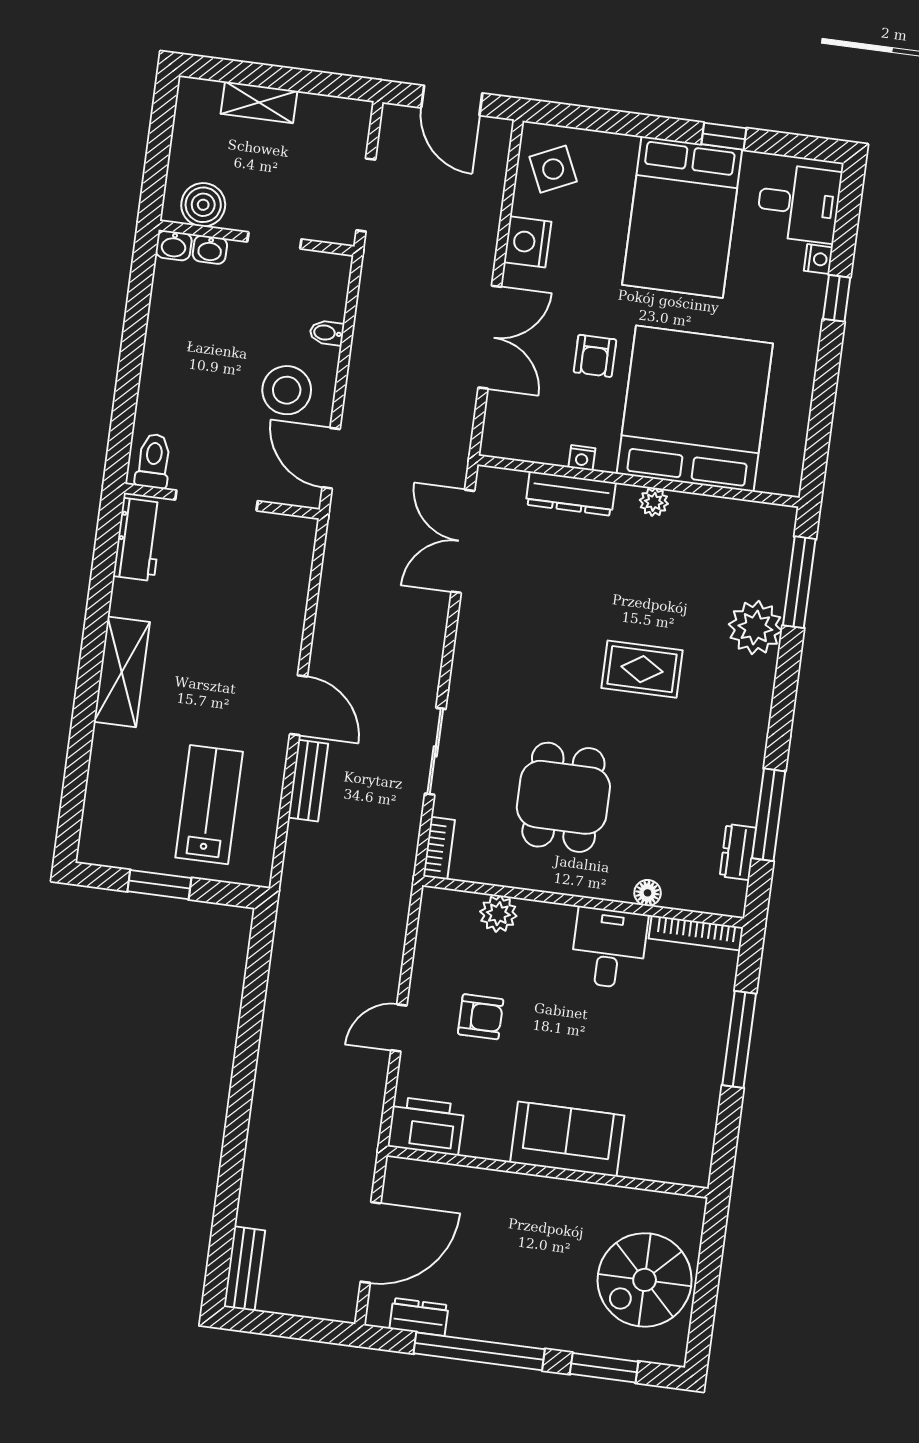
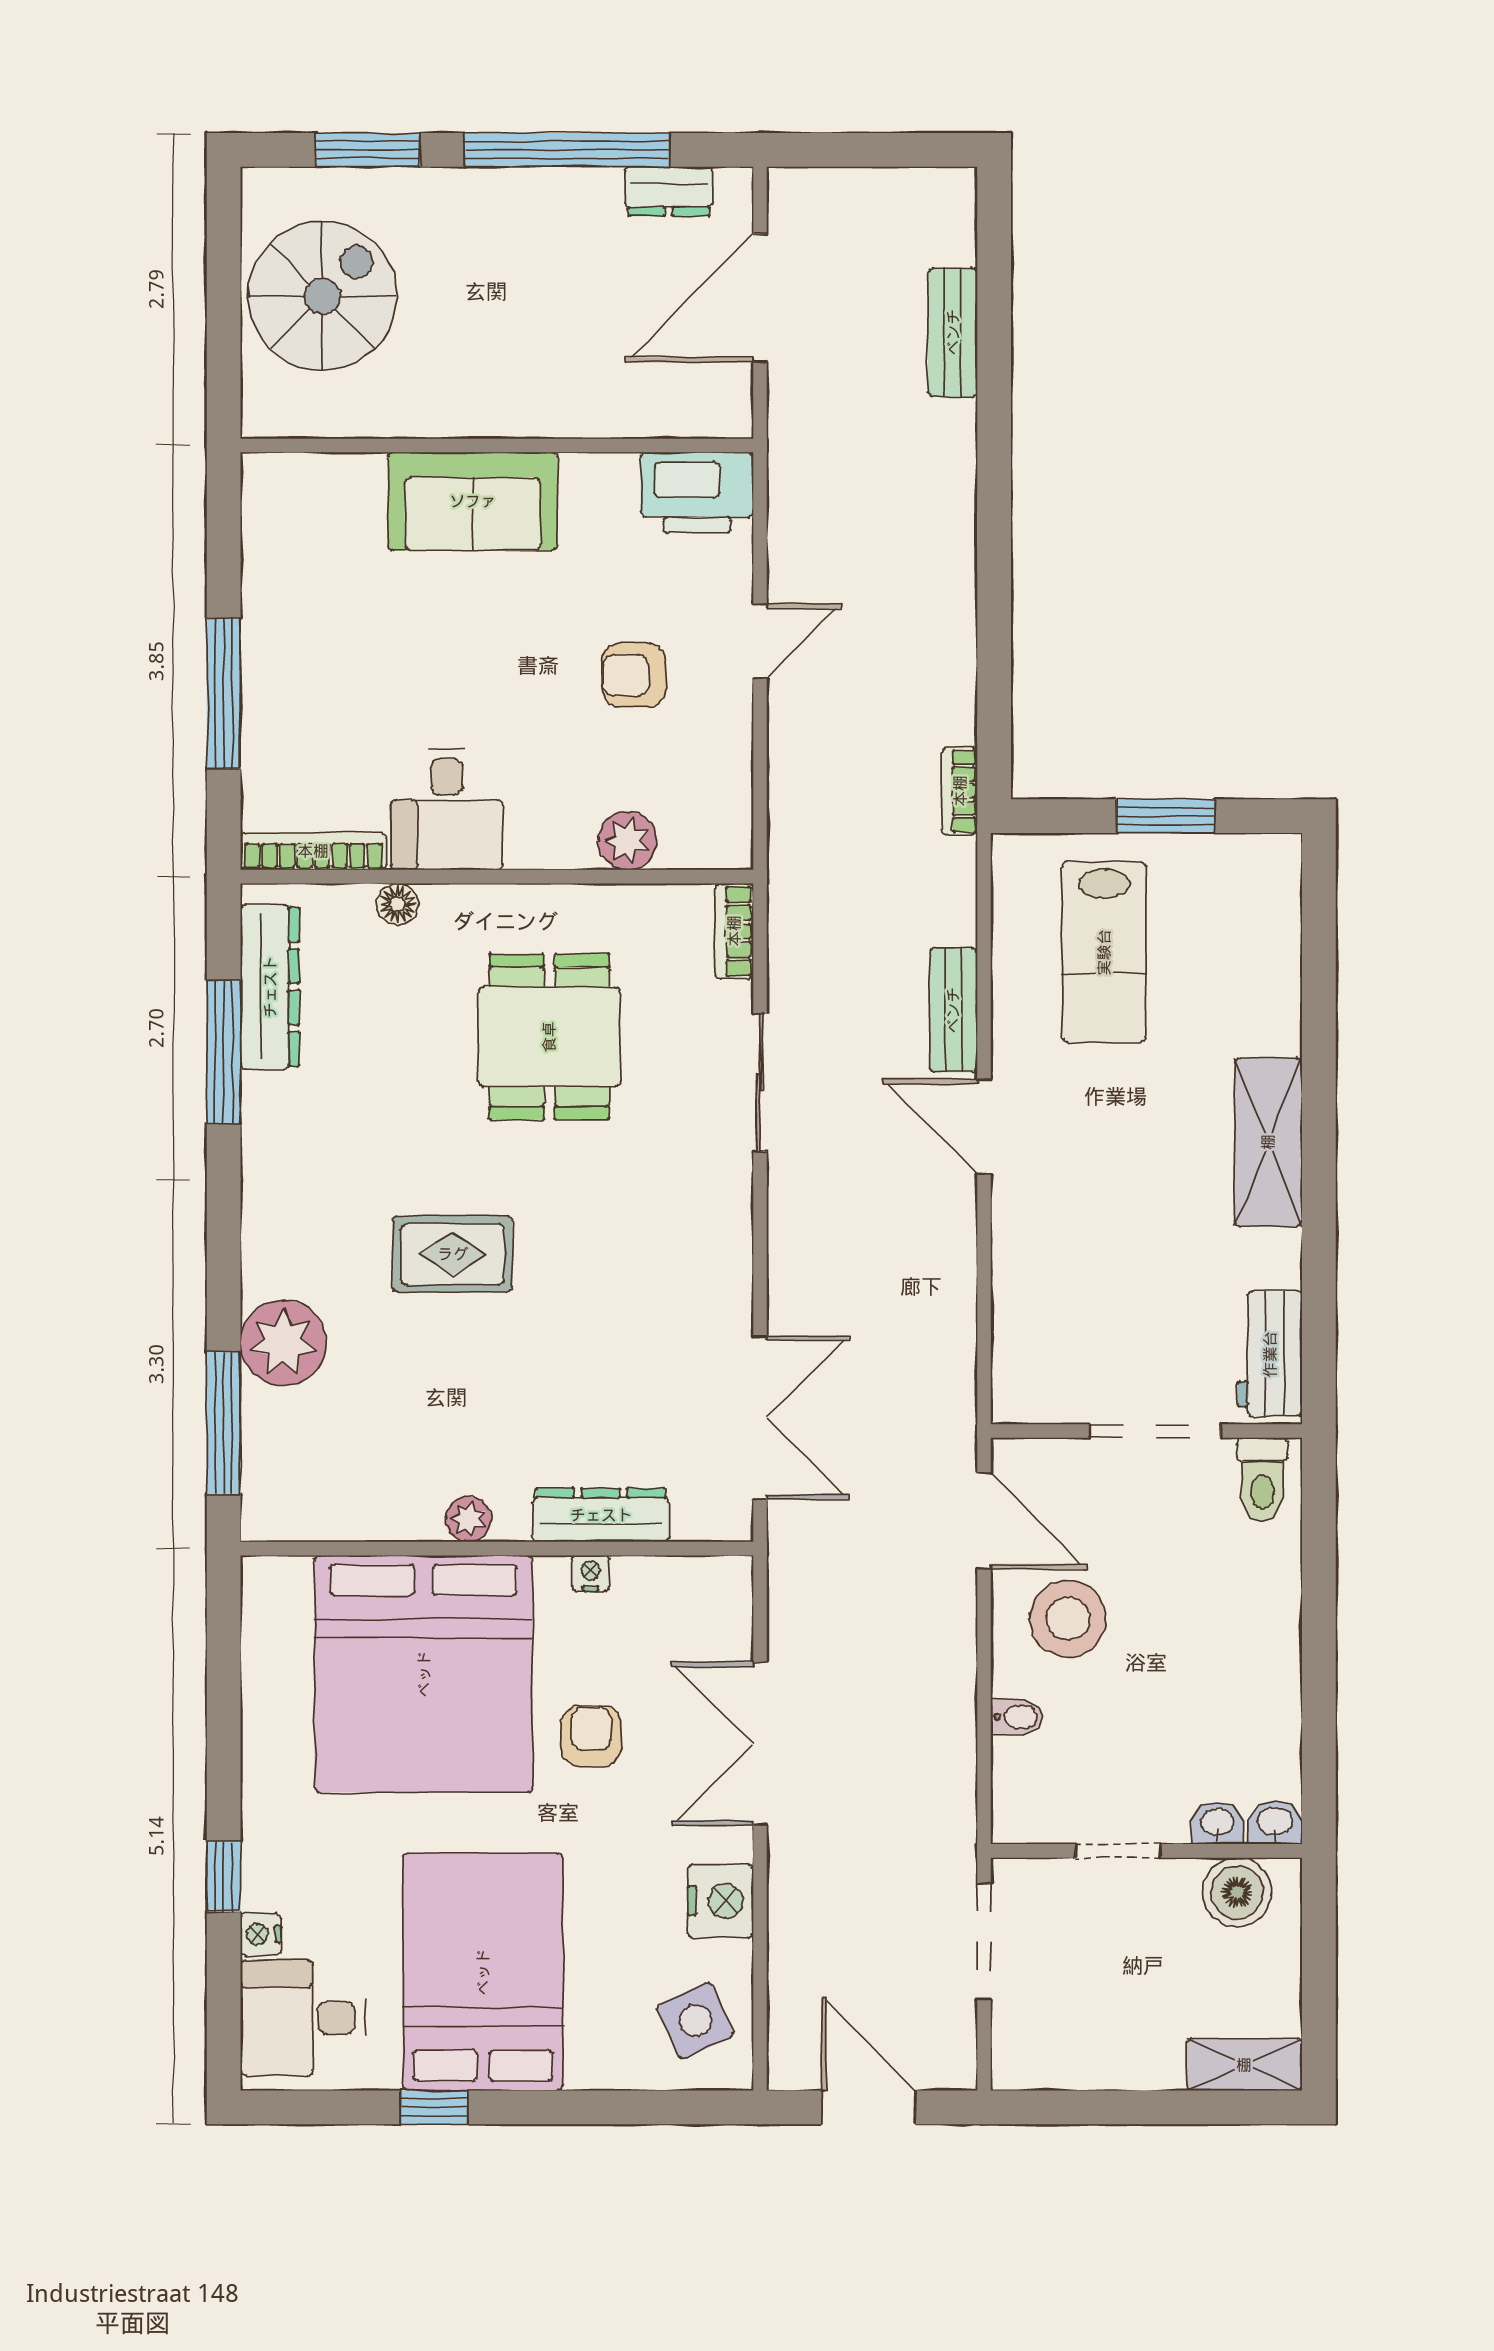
shelving: (259, 102) -> (1244, 2065), moved
dresser: (738, 852) -> (270, 987), width x1.96, depth x1.24
bookcase: (286, 917) -> (960, 791), added
bench: (244, 1269) -> (953, 332), moved

